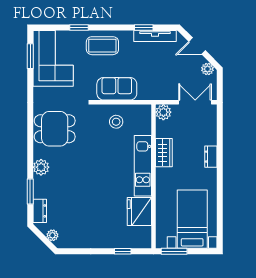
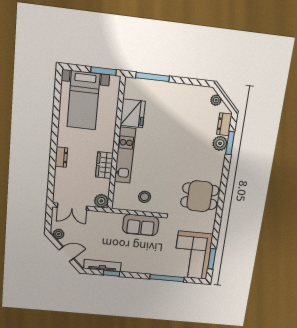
window: (79, 27) -> (167, 278), width x2.17
coffee table: (102, 46) -> (149, 262), removed
plant: (41, 167) -> (220, 143), moved
window: (123, 251) -> (152, 77), width x2.17

